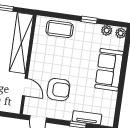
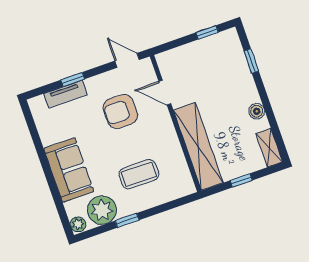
coffee table: (60, 29) -> (139, 174), moved
plant: (107, 30) -> (102, 210), width x1.88, depth x1.88

